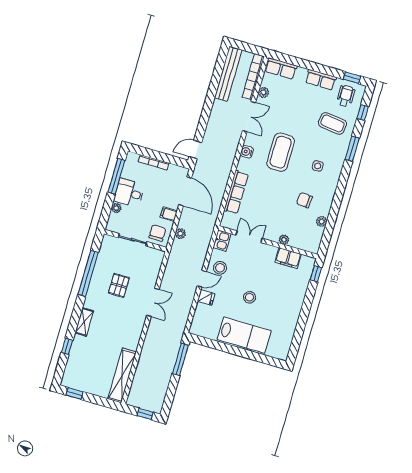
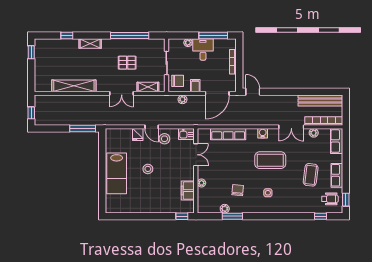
coffee table: (332, 123) -> (311, 175), moved
window: (352, 149) -> (232, 216), moved
shelving: (154, 270) -> (148, 87), added
shelving: (122, 376) -> (74, 86), moved

